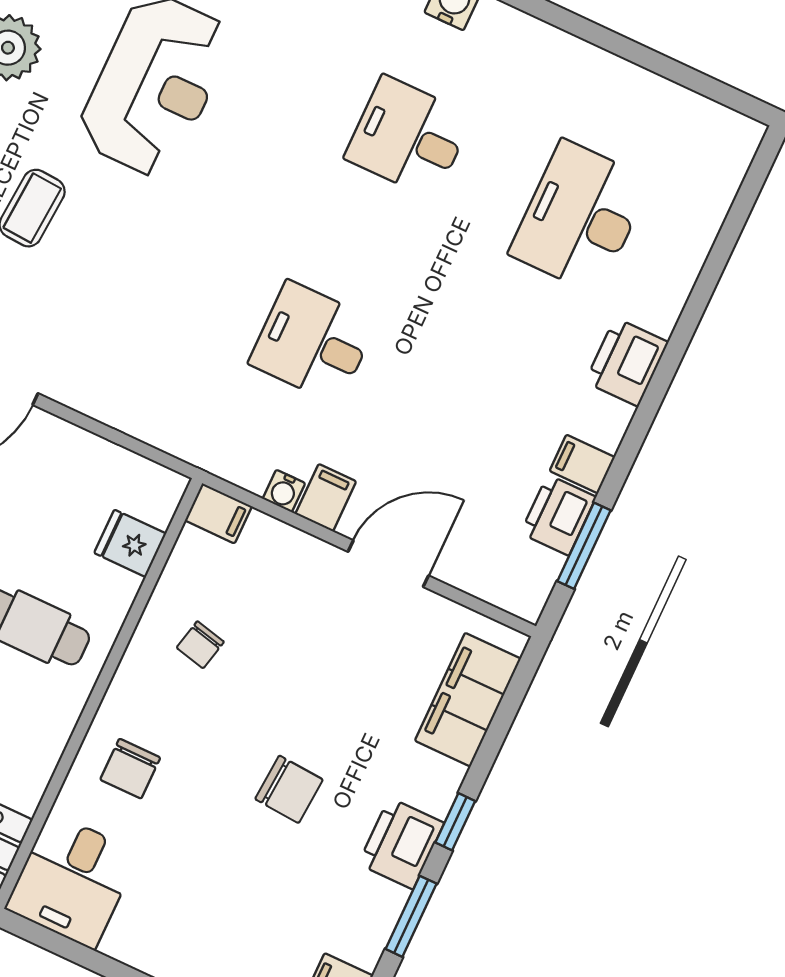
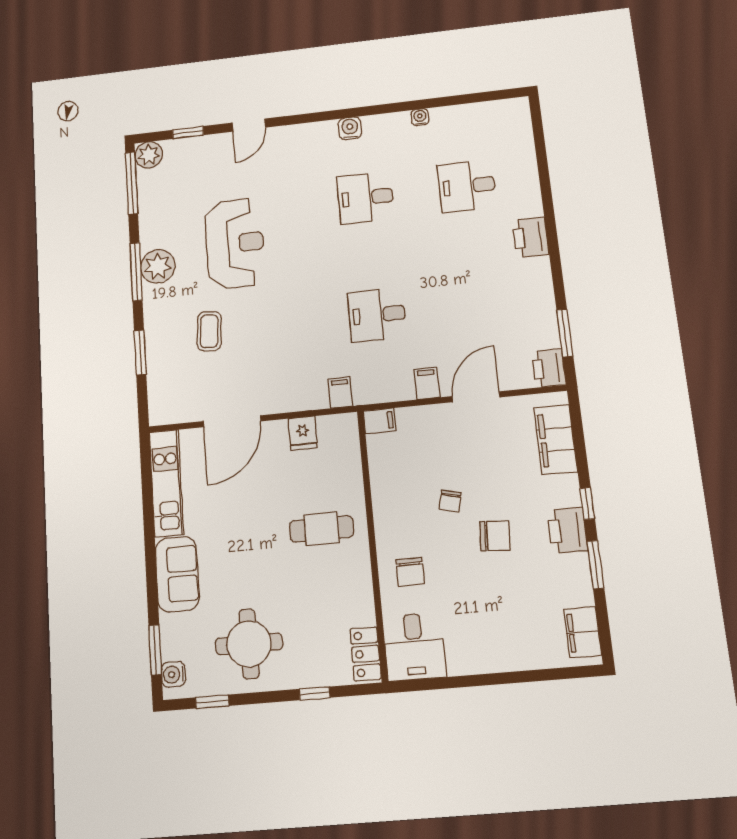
desk: (580, 217) -> (467, 186), width x0.73
filing cabinet: (582, 464) -> (340, 393), moved, turned 90
water cooler: (284, 491) -> (420, 117), moved, turned 180
printer: (558, 515) -> (549, 368), moved
fridge: (130, 543) -> (303, 433), moved, turned -90
chair: (200, 645) -> (450, 501), moved

